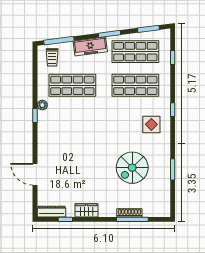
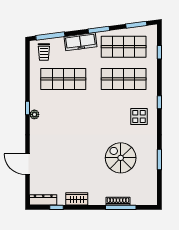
plant: (42, 105) -> (34, 114), moved
spiral stairs: (132, 168) -> (121, 158), turned 90

